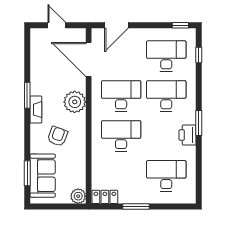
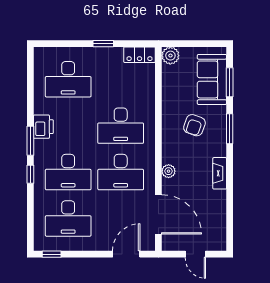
window: (199, 55) -> (30, 174), moved
window: (27, 95) -> (230, 129), moved
plant: (75, 102) -> (169, 171), width x0.53, depth x0.53
fireplace: (36, 110) -> (220, 173), moved
window: (136, 207) -> (103, 44), width x0.67

